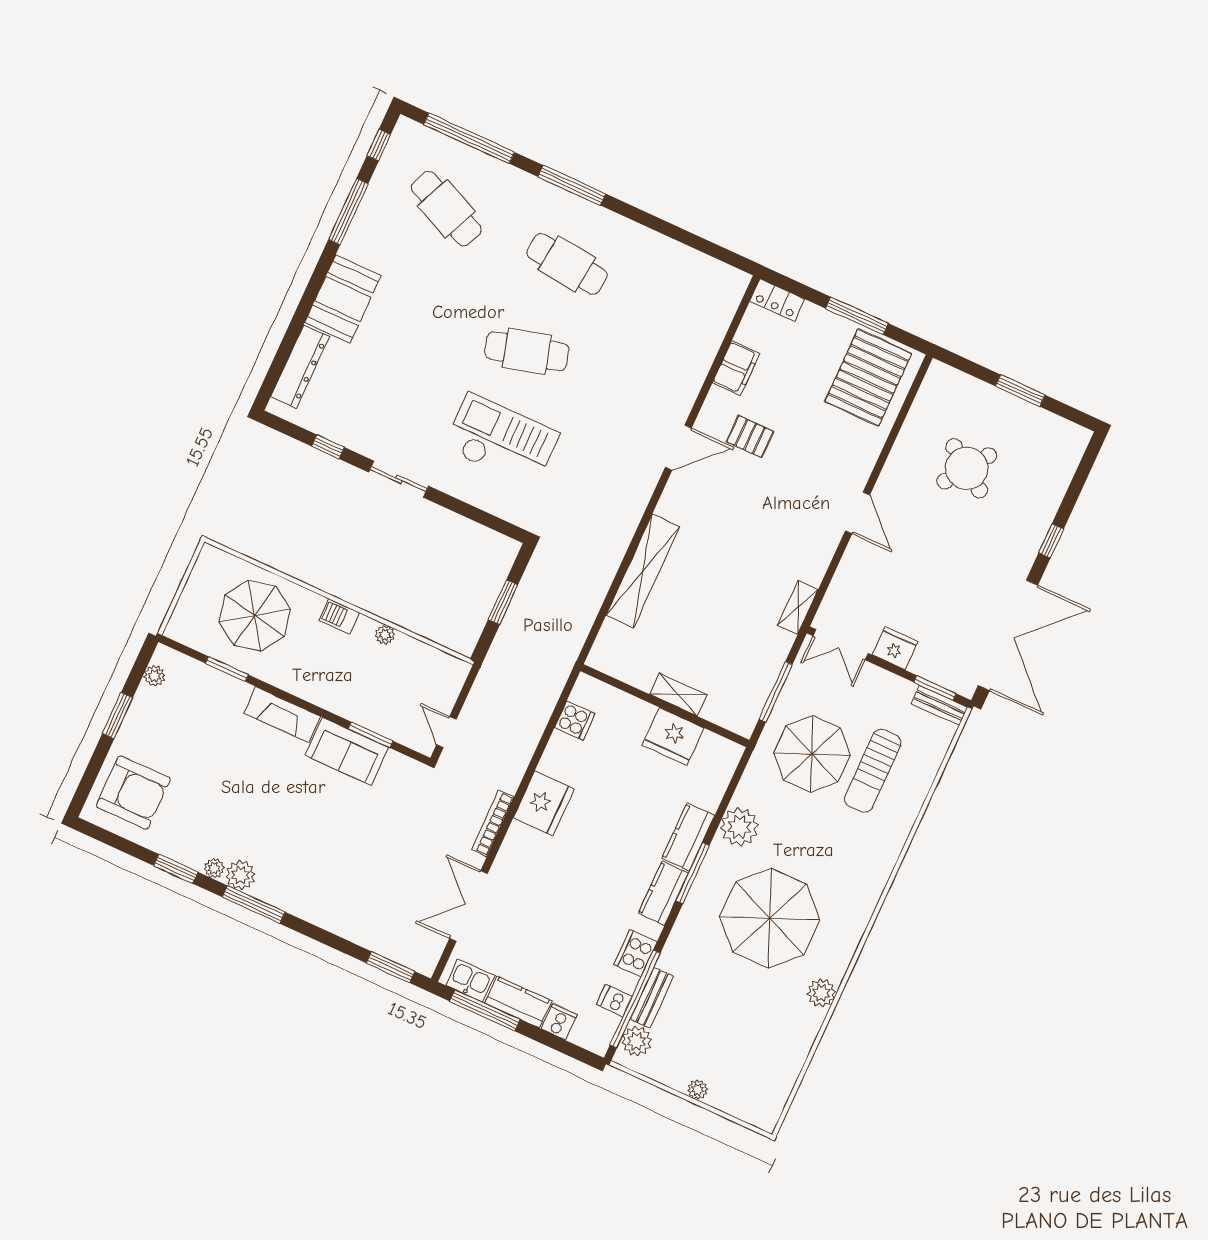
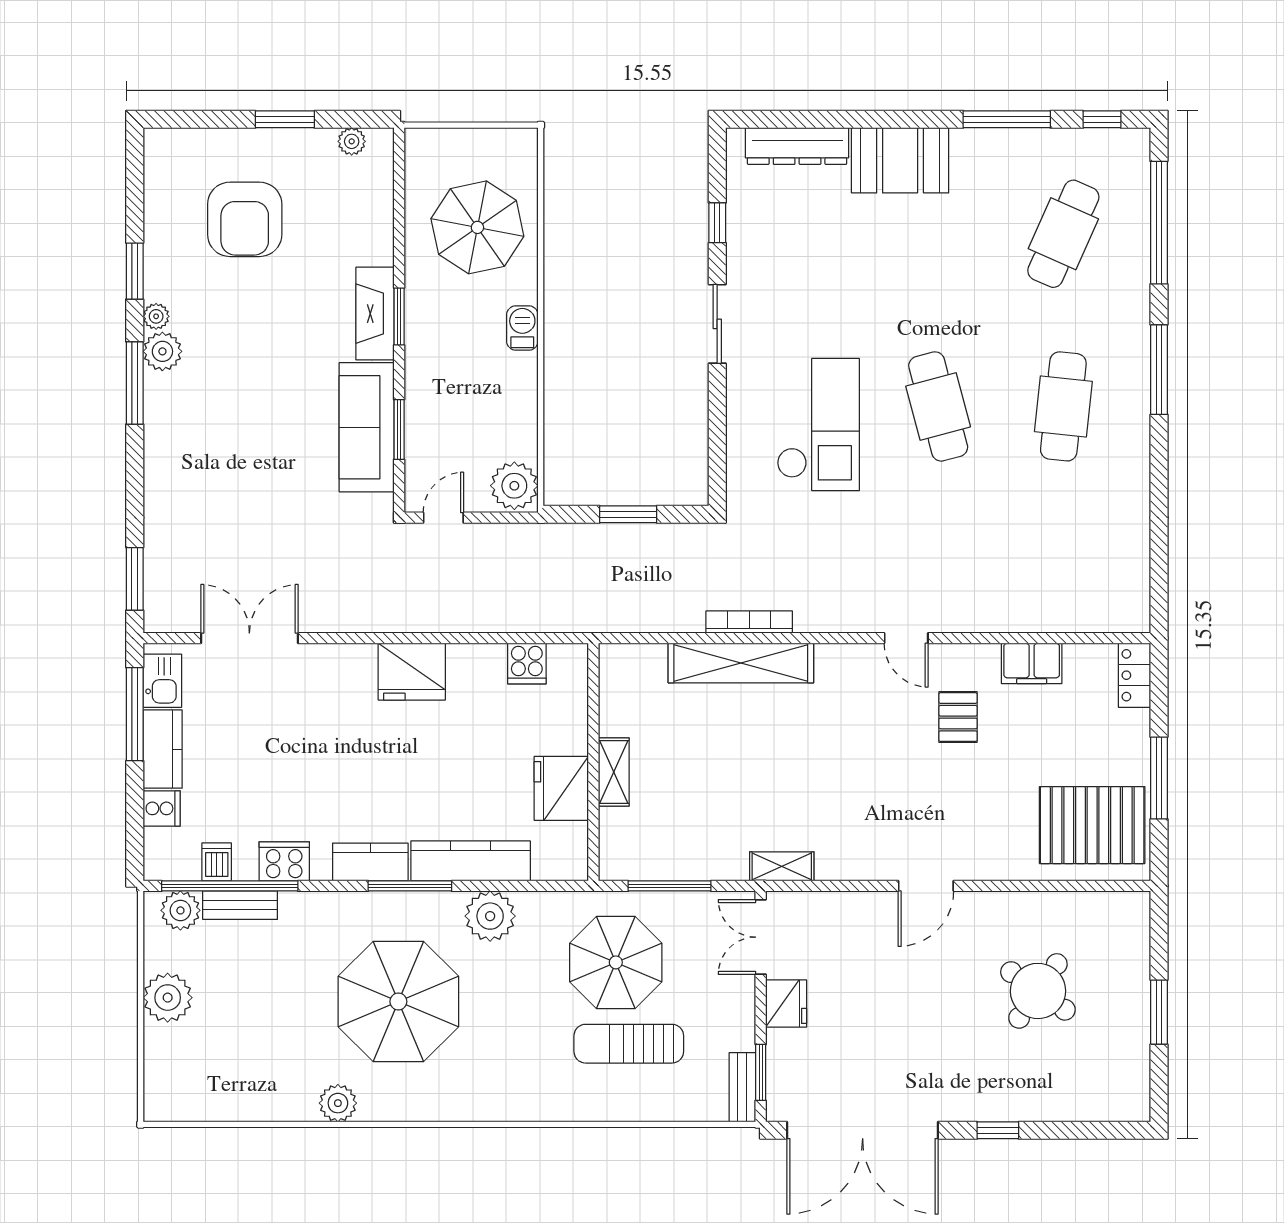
door: (678, 448) -> (906, 638), width x0.73
plant: (385, 635) -> (514, 486), moved, width x1.88, depth x1.88
window: (227, 669) -> (399, 317), moved
sofa: (347, 751) -> (367, 427), width x1.36
armchair: (133, 793) -> (245, 219), moved
bookcase: (493, 823) -> (749, 622), moved
kitchen counter: (688, 837) -> (471, 861), width x1.50
plant: (698, 1090) -> (168, 998), width x1.87, depth x1.87

